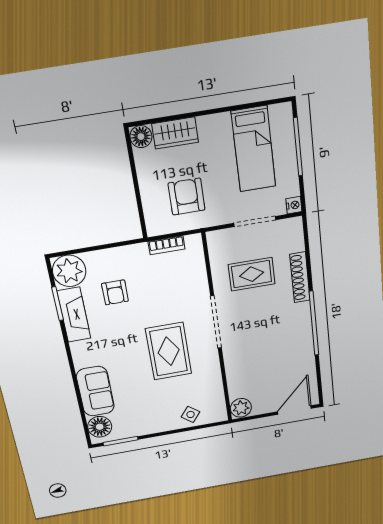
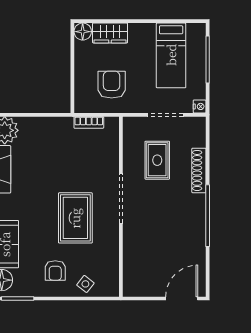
rug: (252, 274) -> (157, 160), turned 90
armchair: (115, 292) -> (55, 270), moved
plant: (241, 408) -> (132, 286), removed

